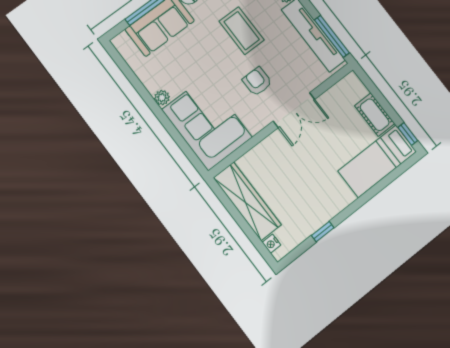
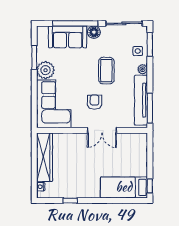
window: (136, 83) -> (34, 57), added
plant: (162, 98) -> (46, 70), width x1.88, depth x1.88
cot: (375, 115) -> (141, 164), removed

